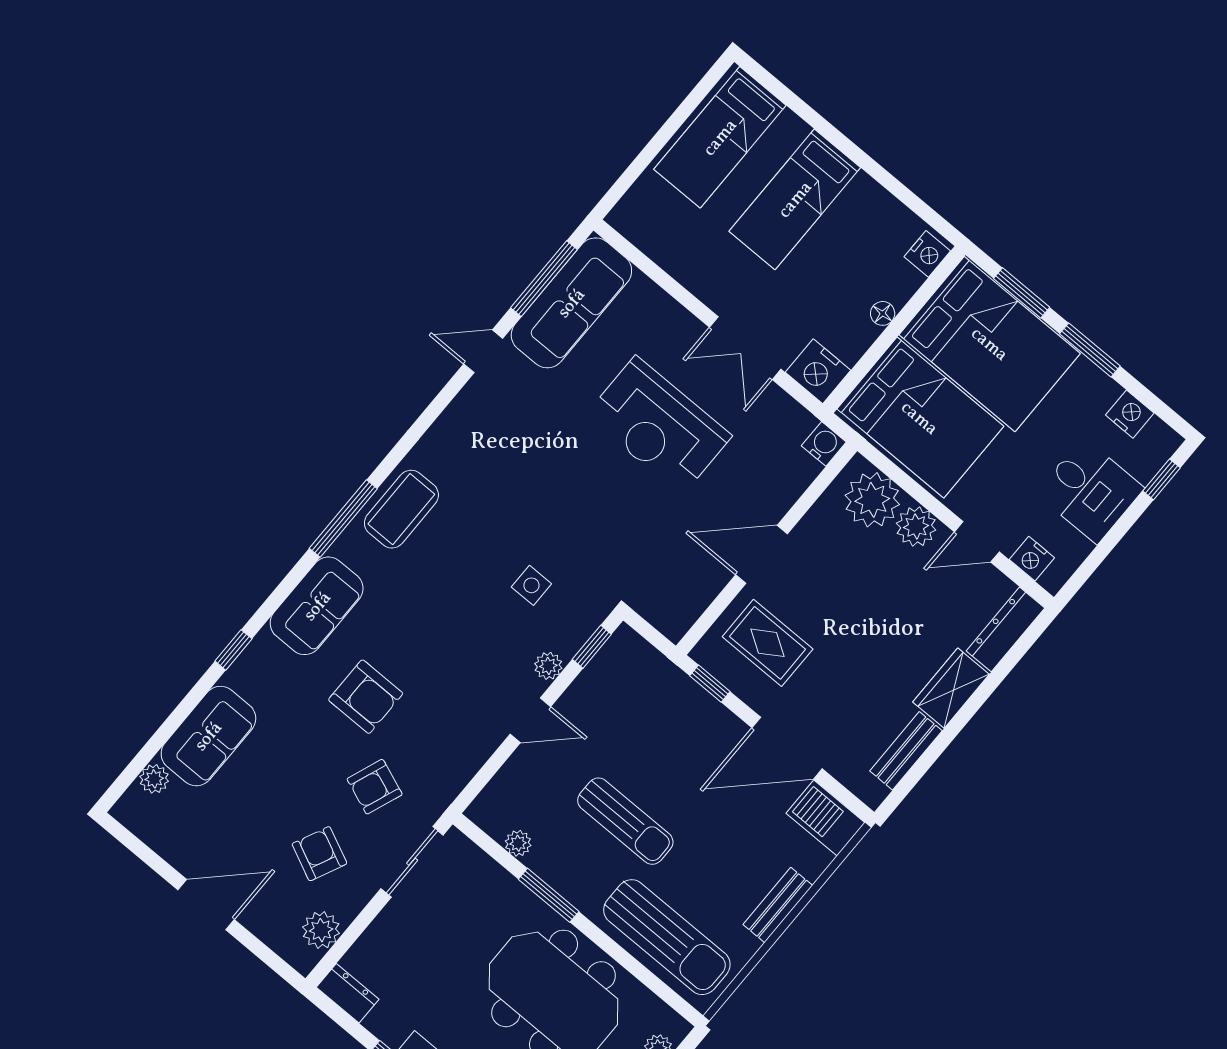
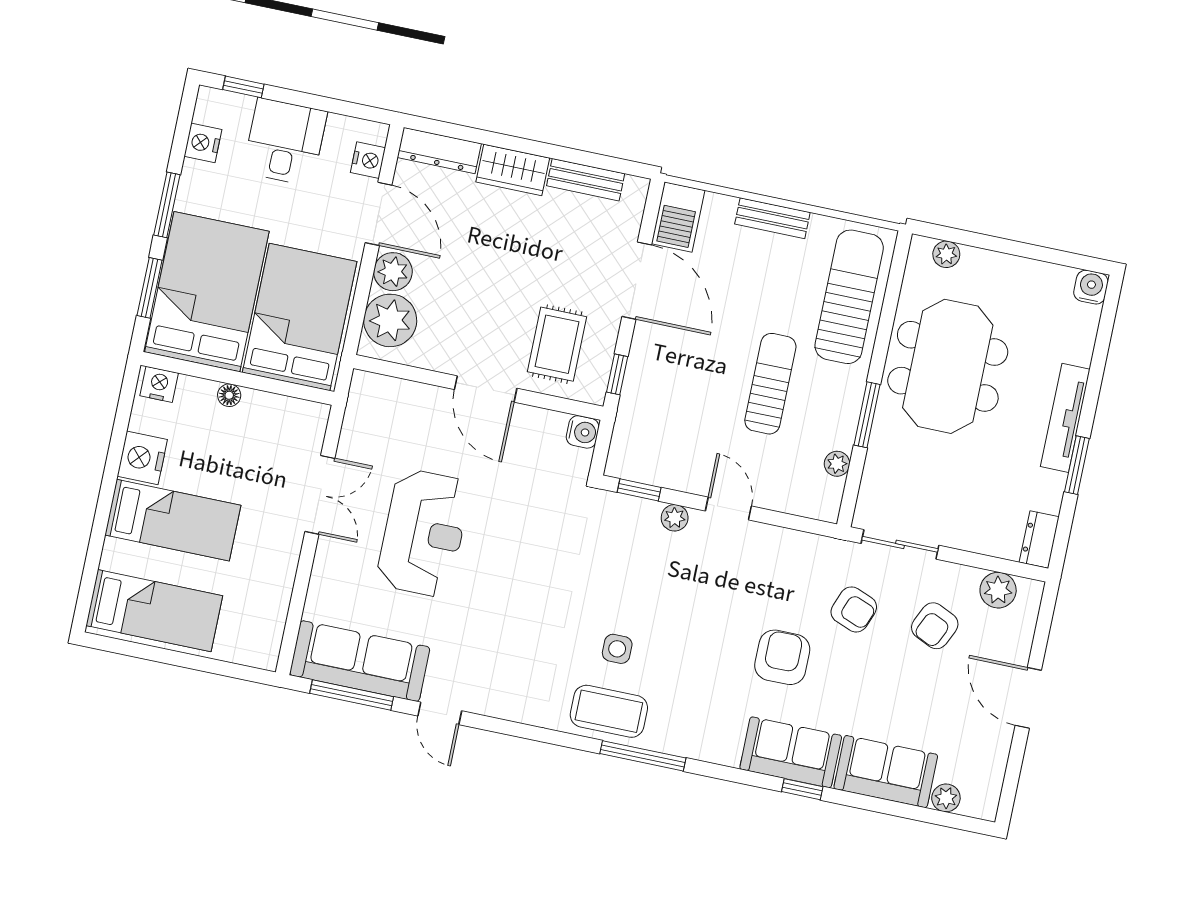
nightstand: (818, 371) -> (142, 458), moved, turned 180
water cooler: (824, 444) -> (583, 432), moved, turned 180
door: (977, 542) -> (379, 214), width x1.38
side table: (531, 585) -> (617, 649), moved
sofa: (317, 606) -> (791, 752), moved

